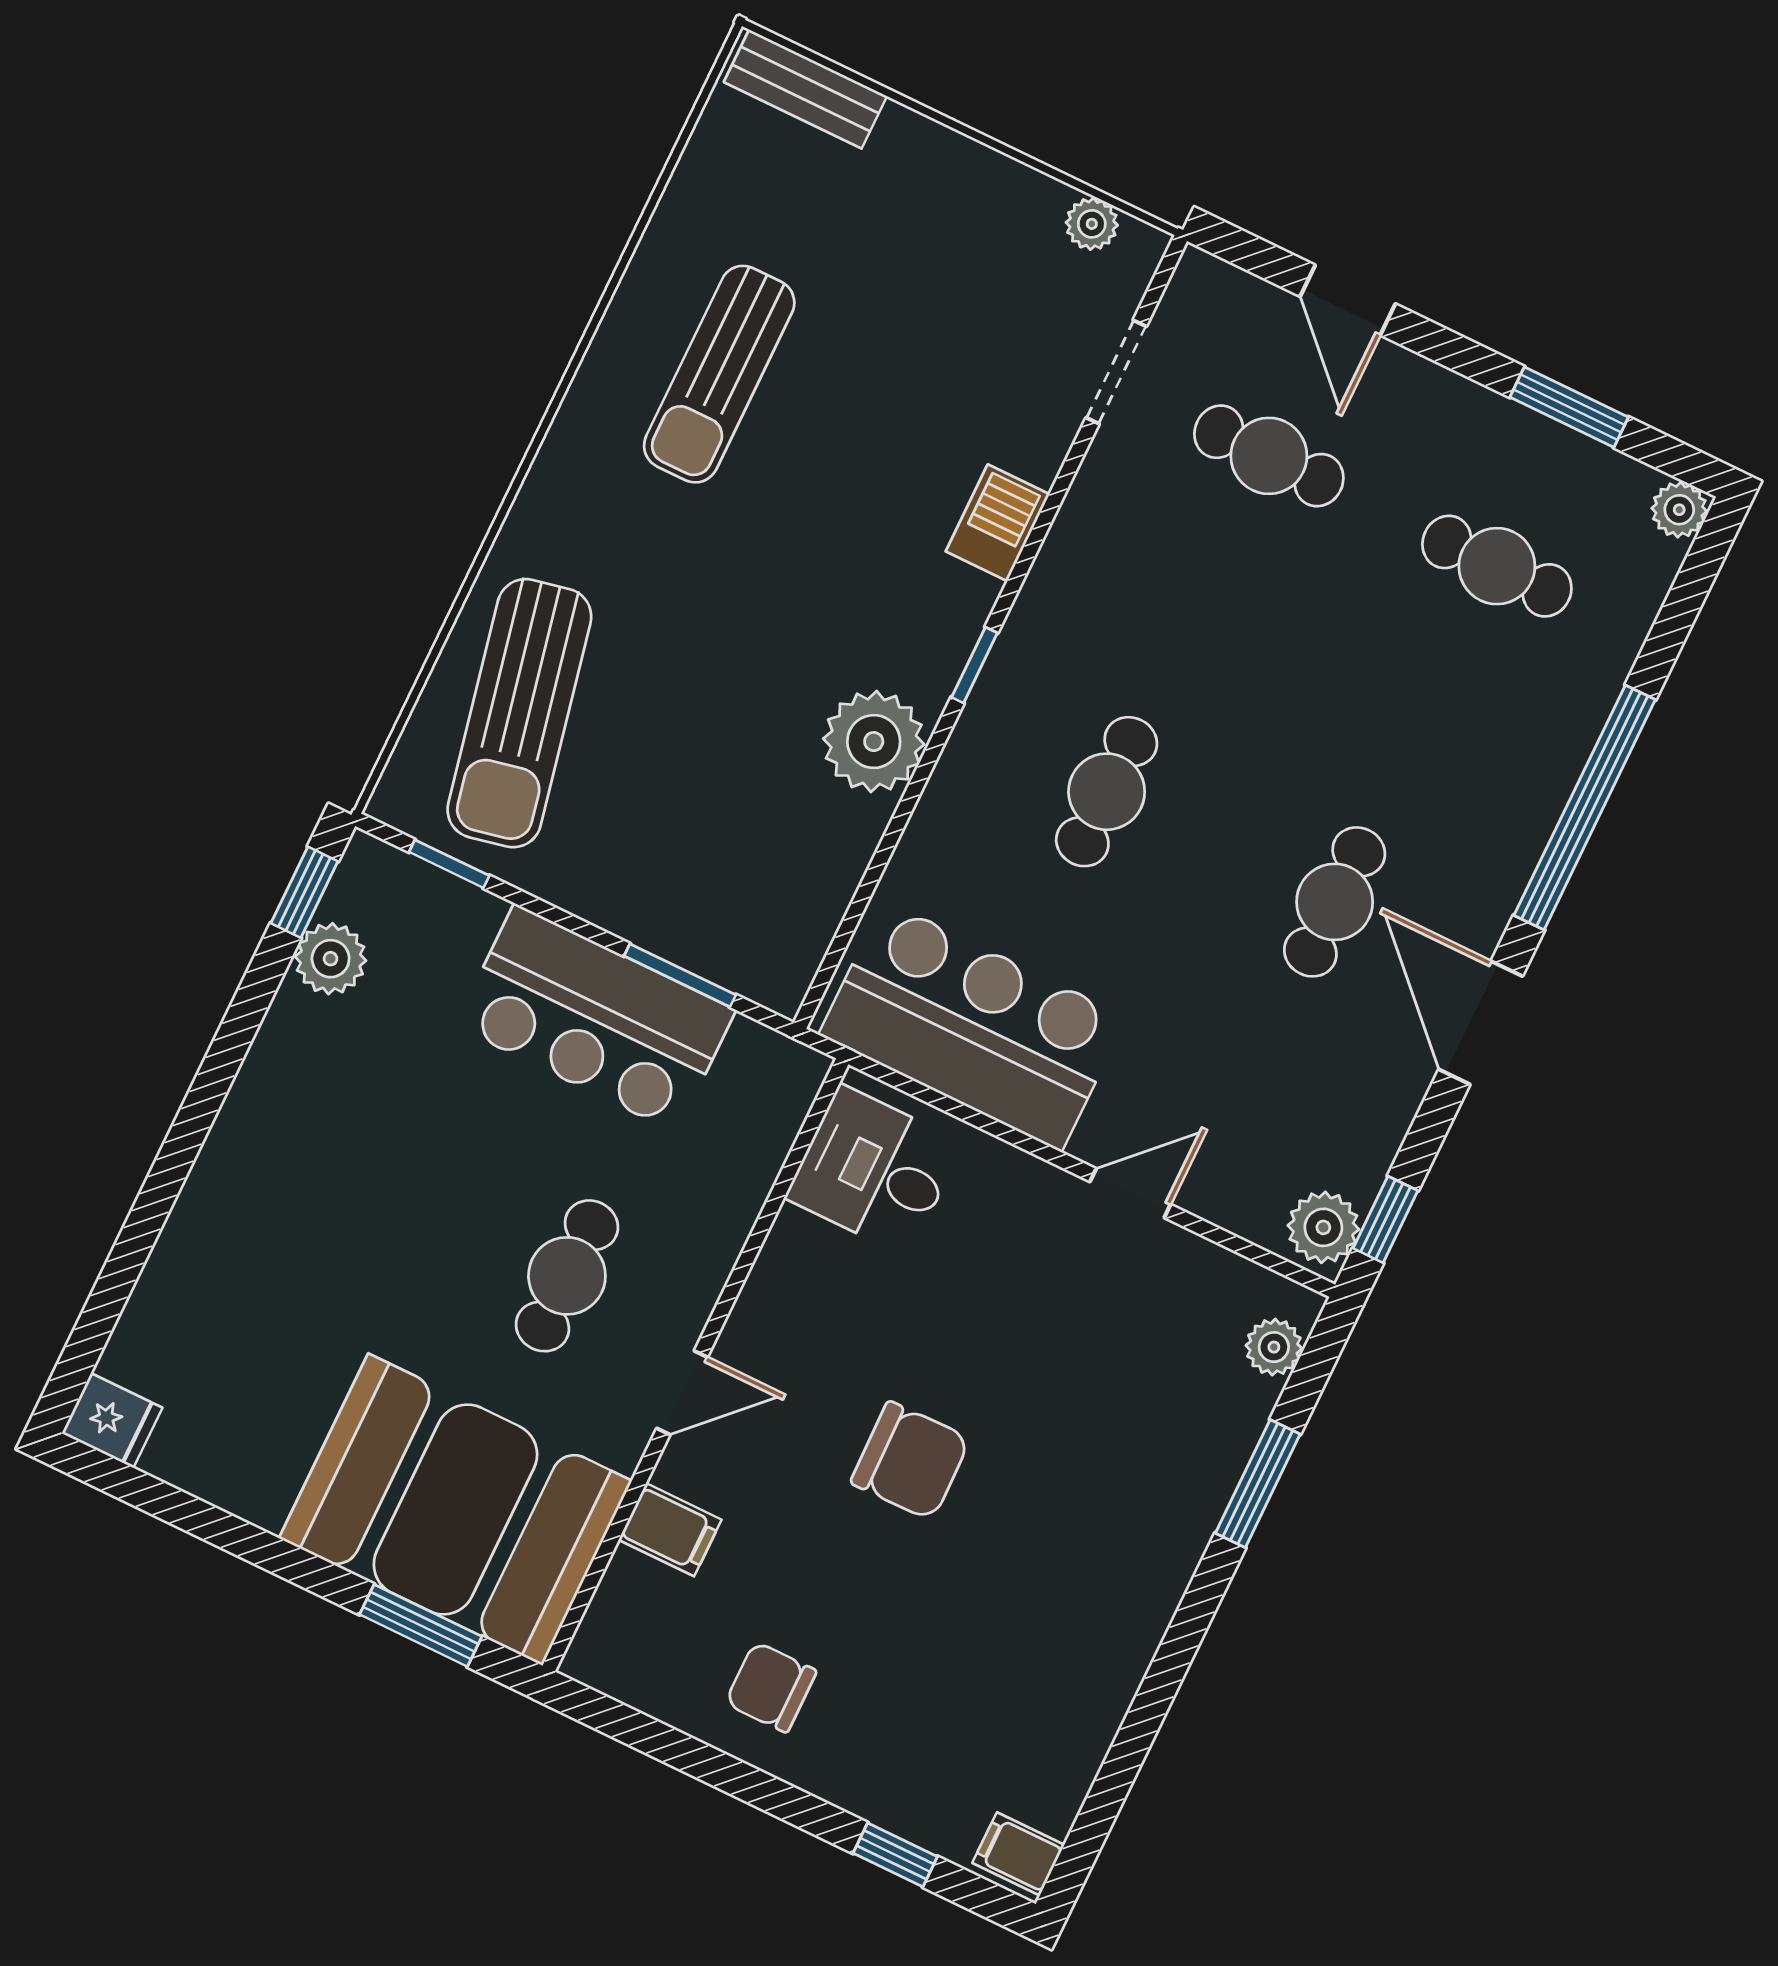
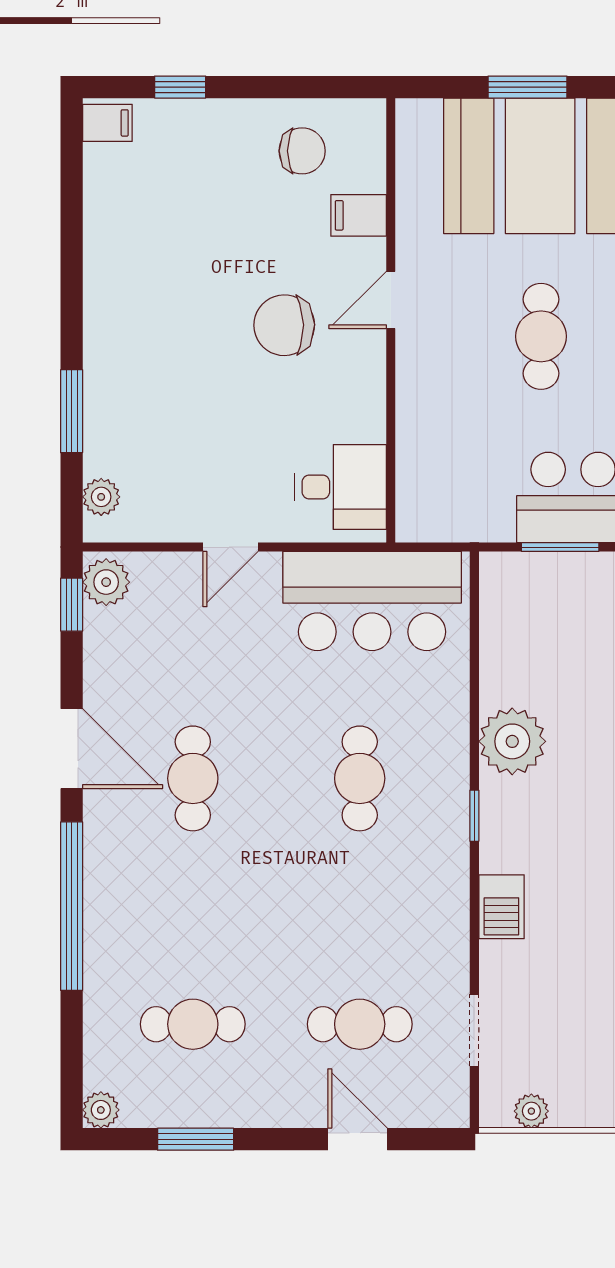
desk: (874, 1170) -> (341, 487), moved
wall: (696, 1365) -> (391, 320), moved
door: (682, 1393) -> (391, 300), moved
filing cabinet: (670, 1530) -> (359, 215), moved

